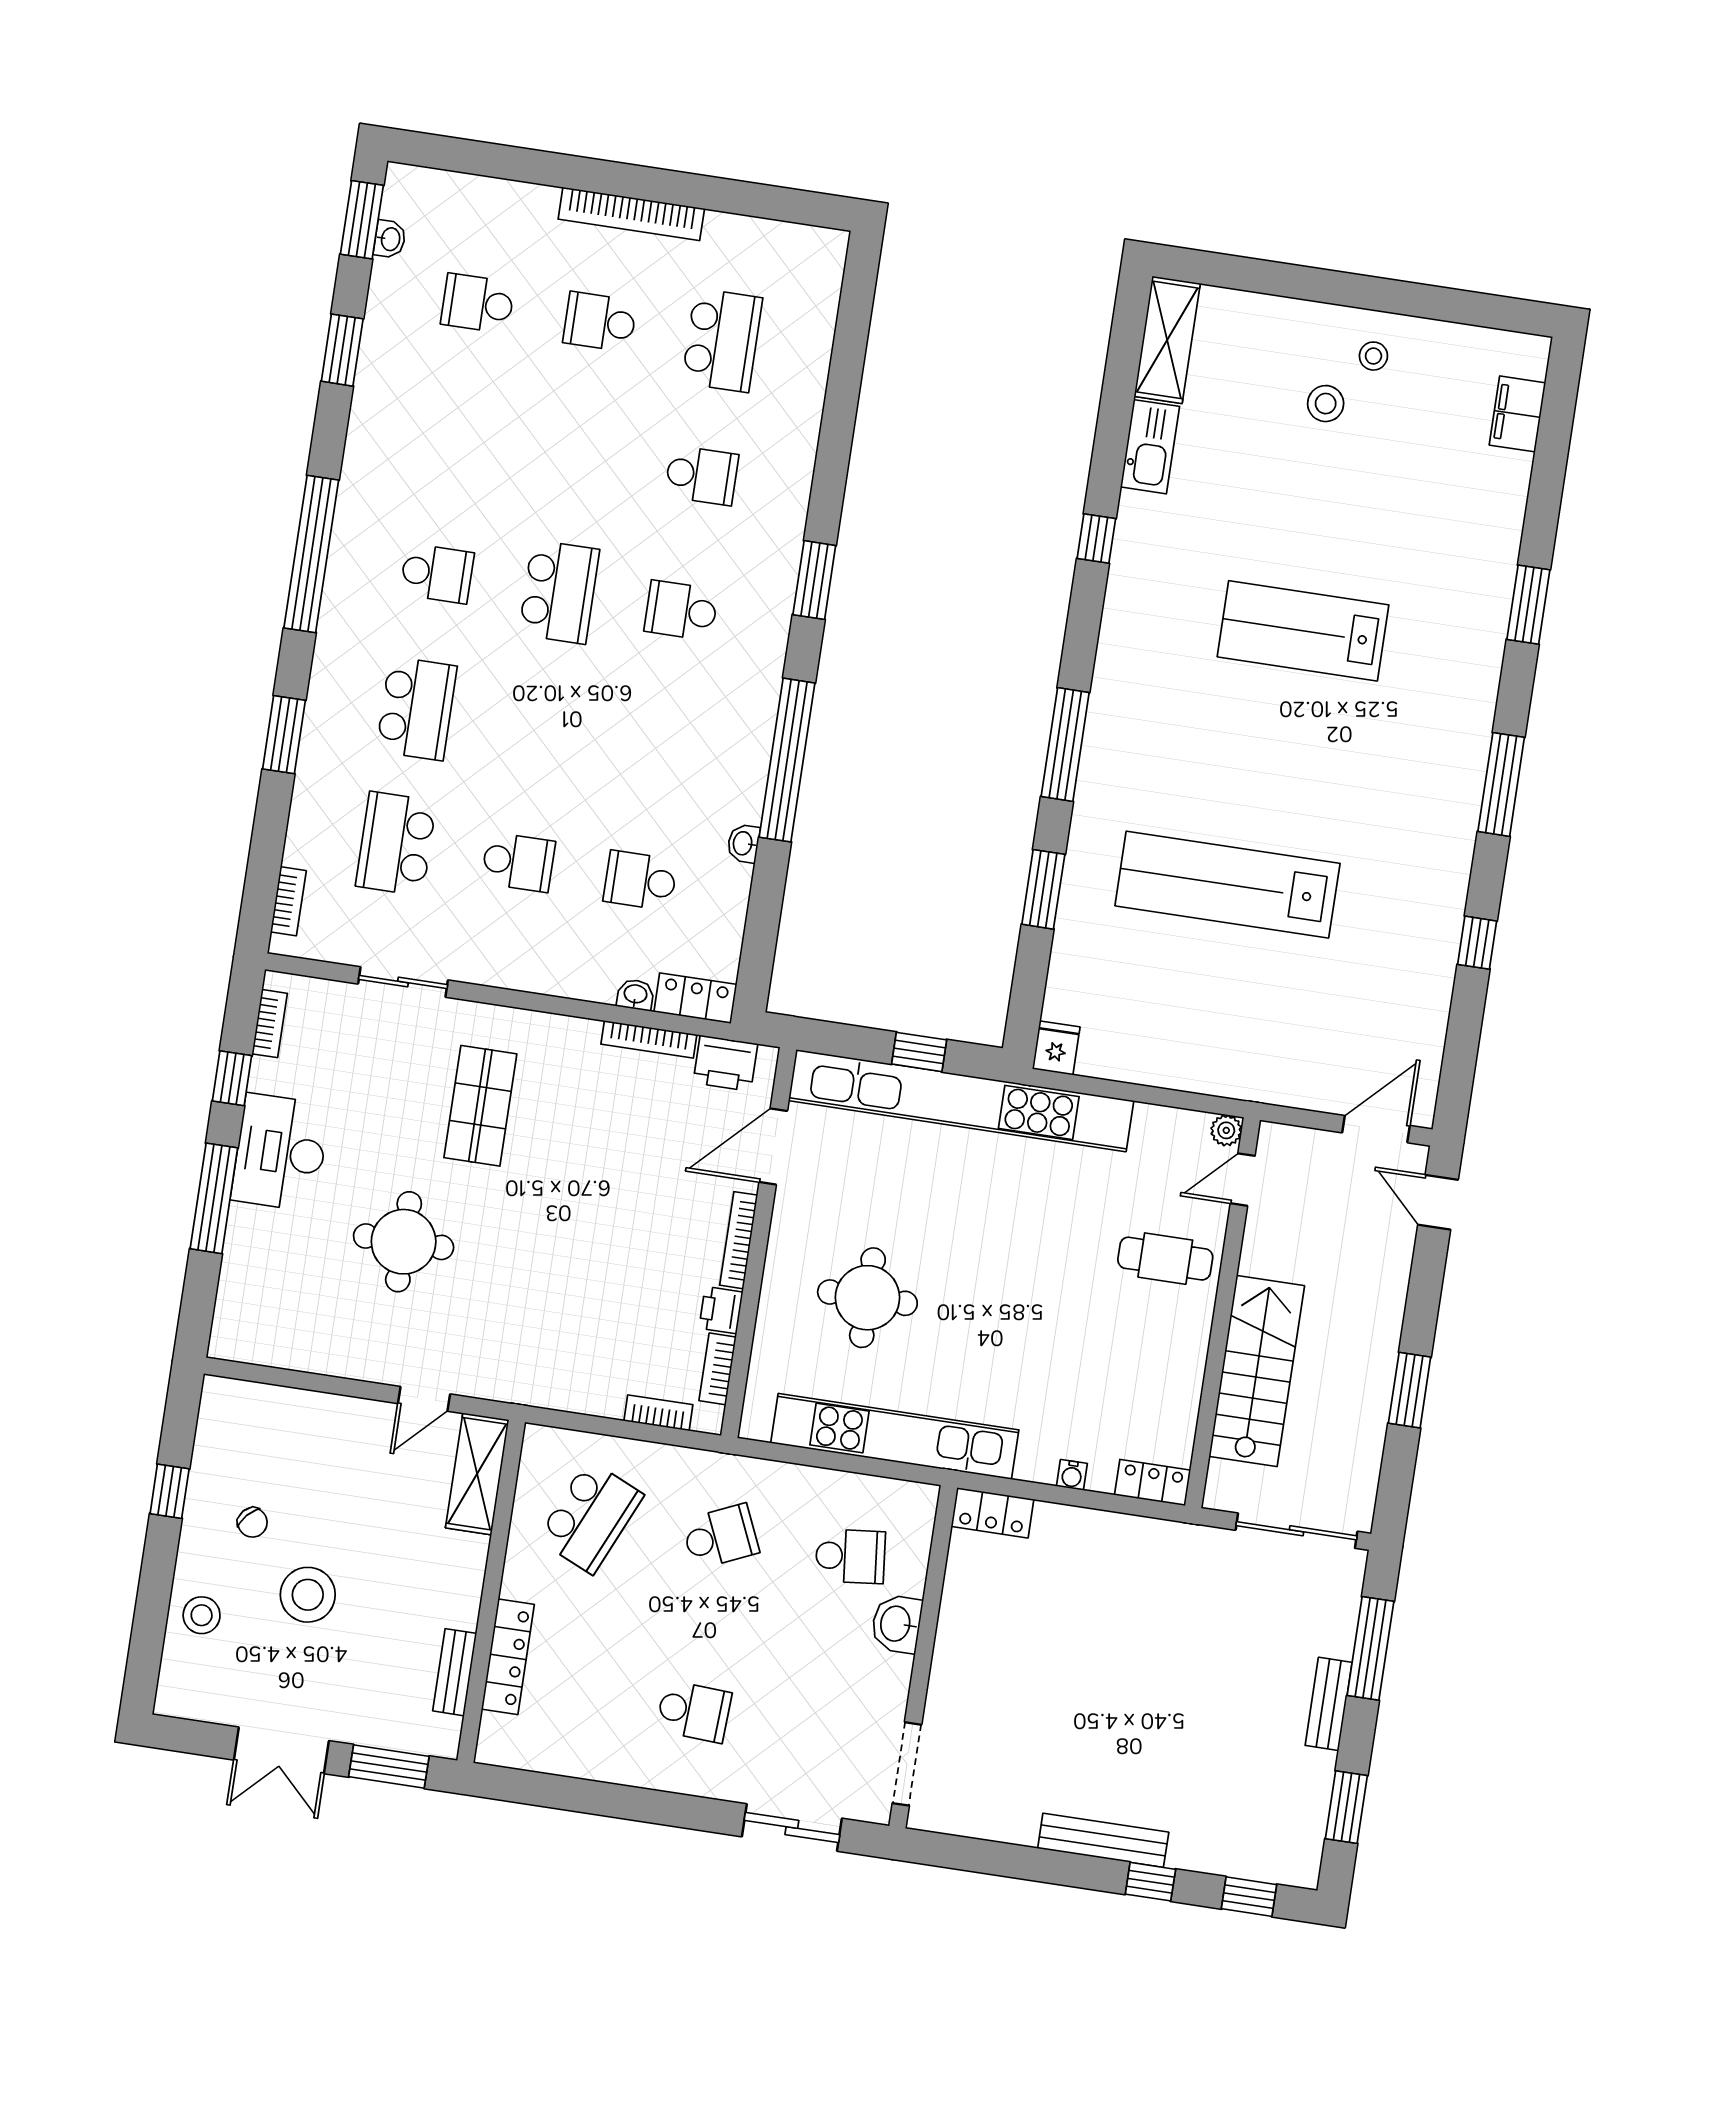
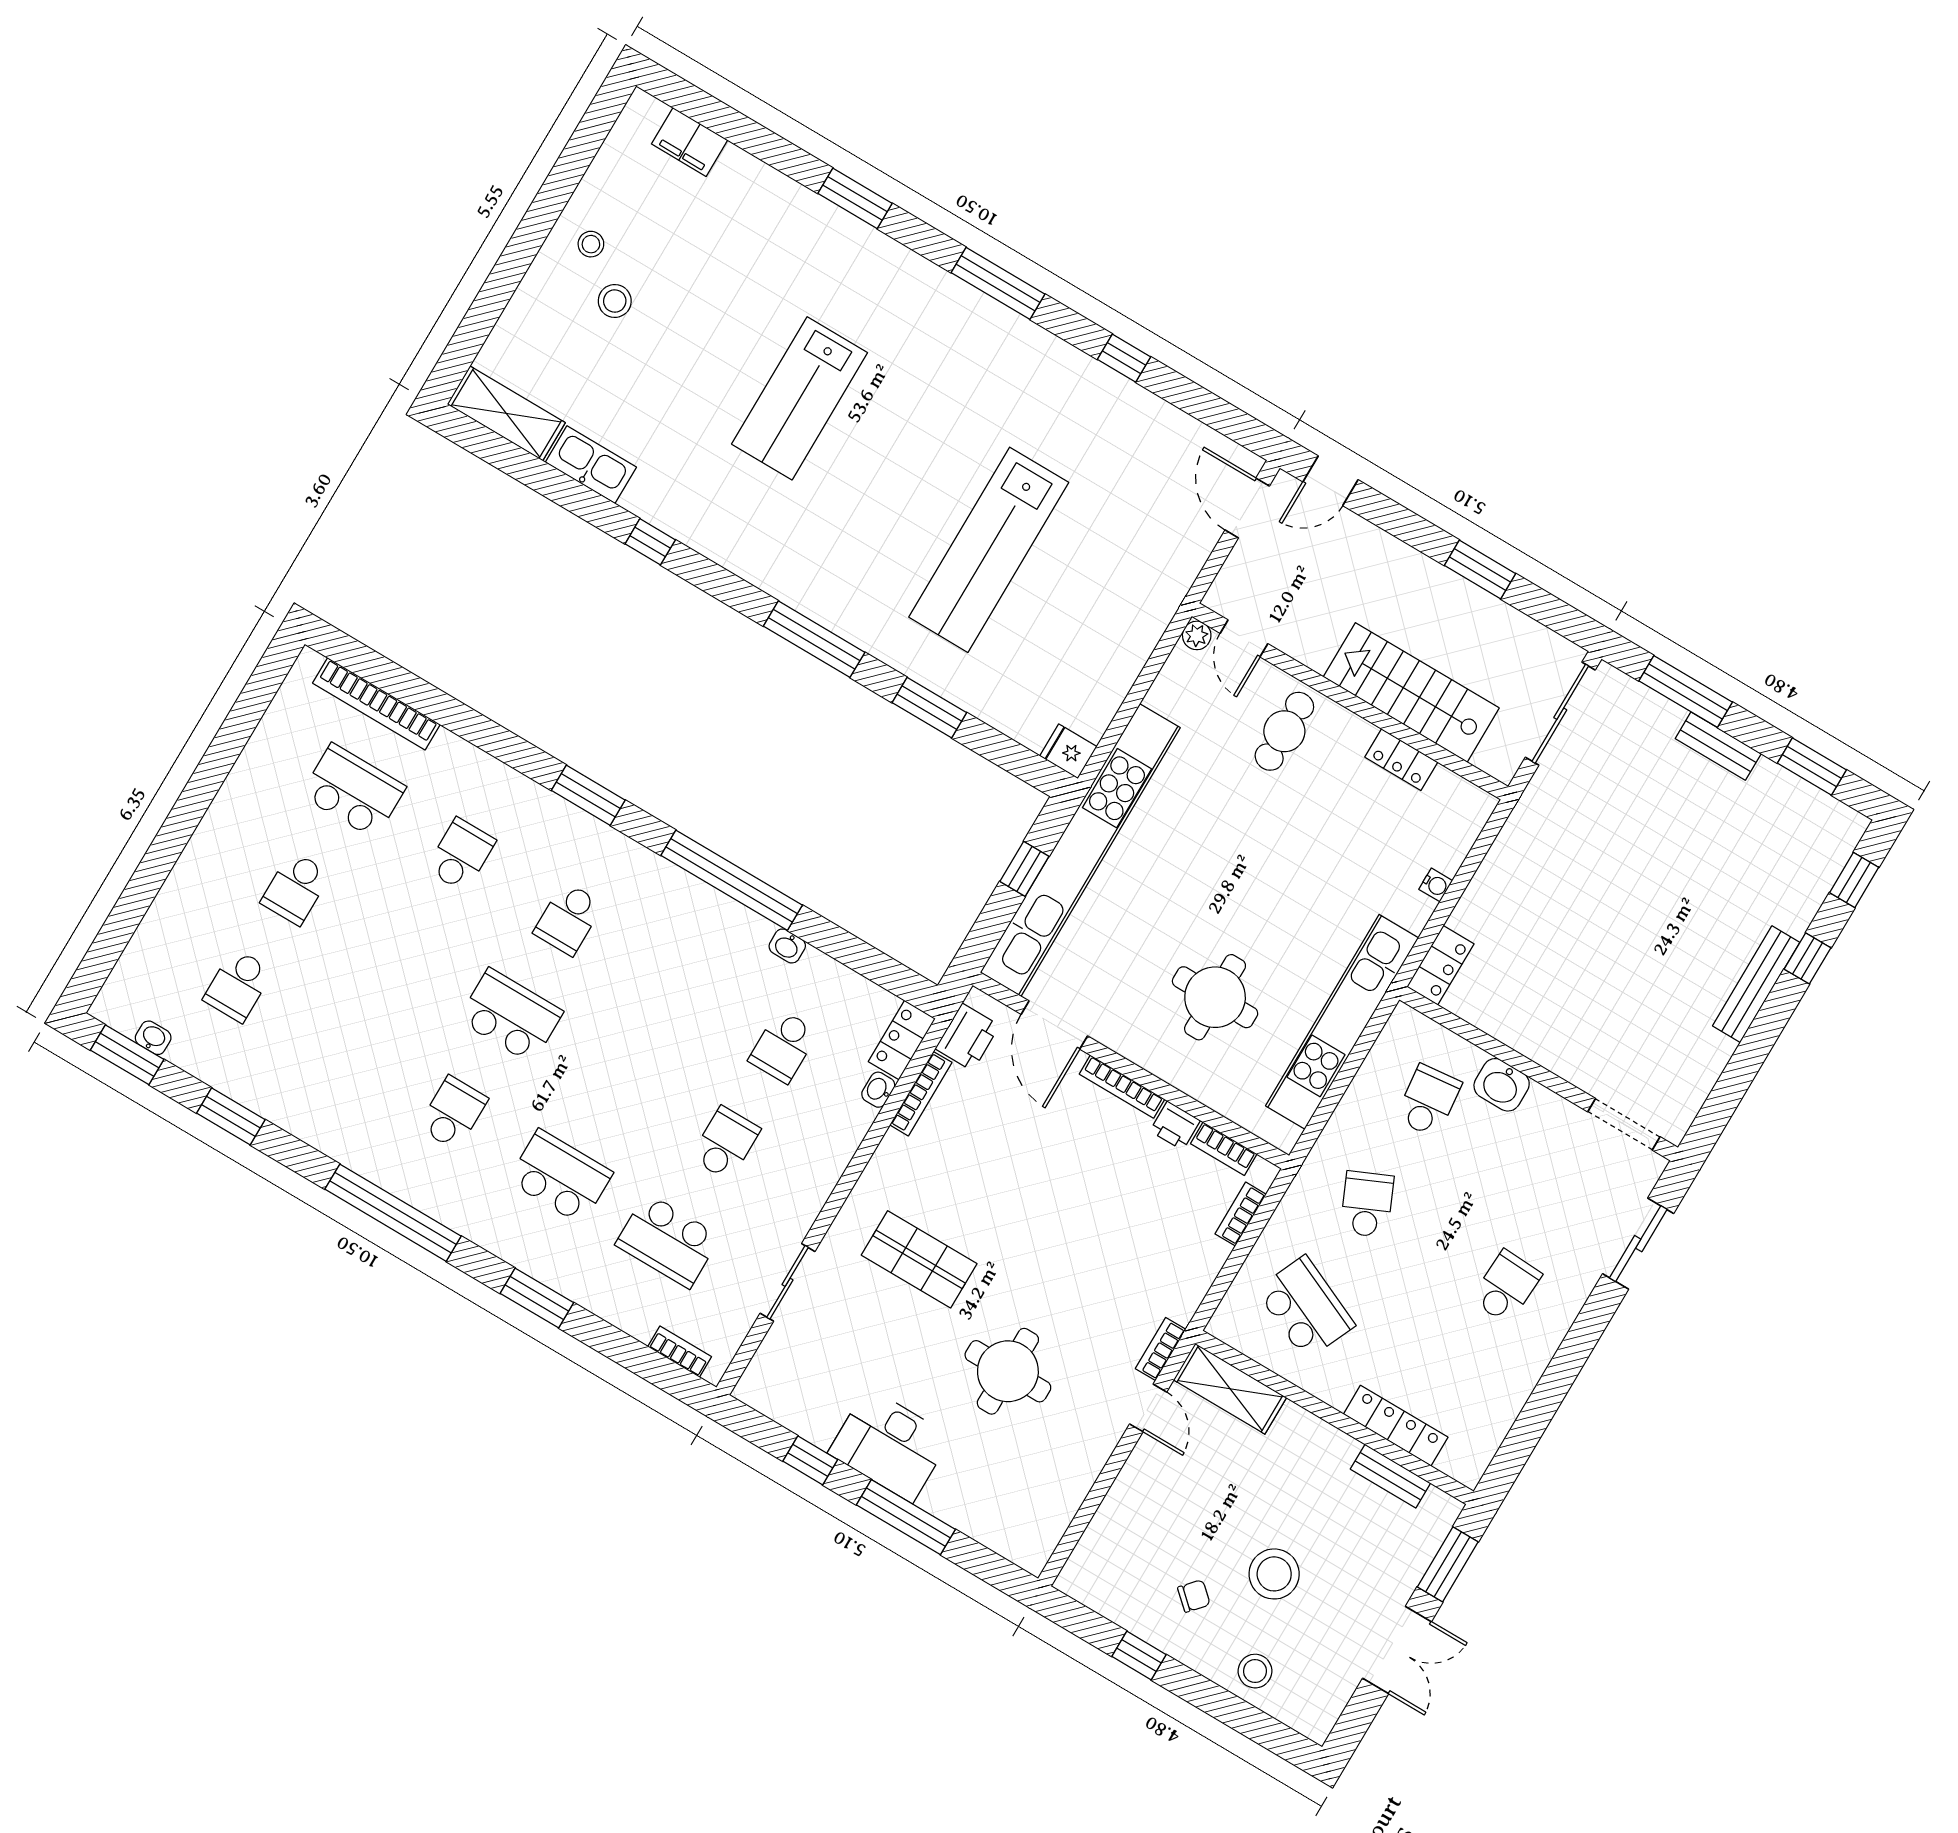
bookcase: (631, 214) -> (376, 704), moved, turned 90
bookcase: (270, 1024) -> (1161, 1349), moved, turned -90
locker: (1153, 1483) -> (1401, 760), moved, turned -90

